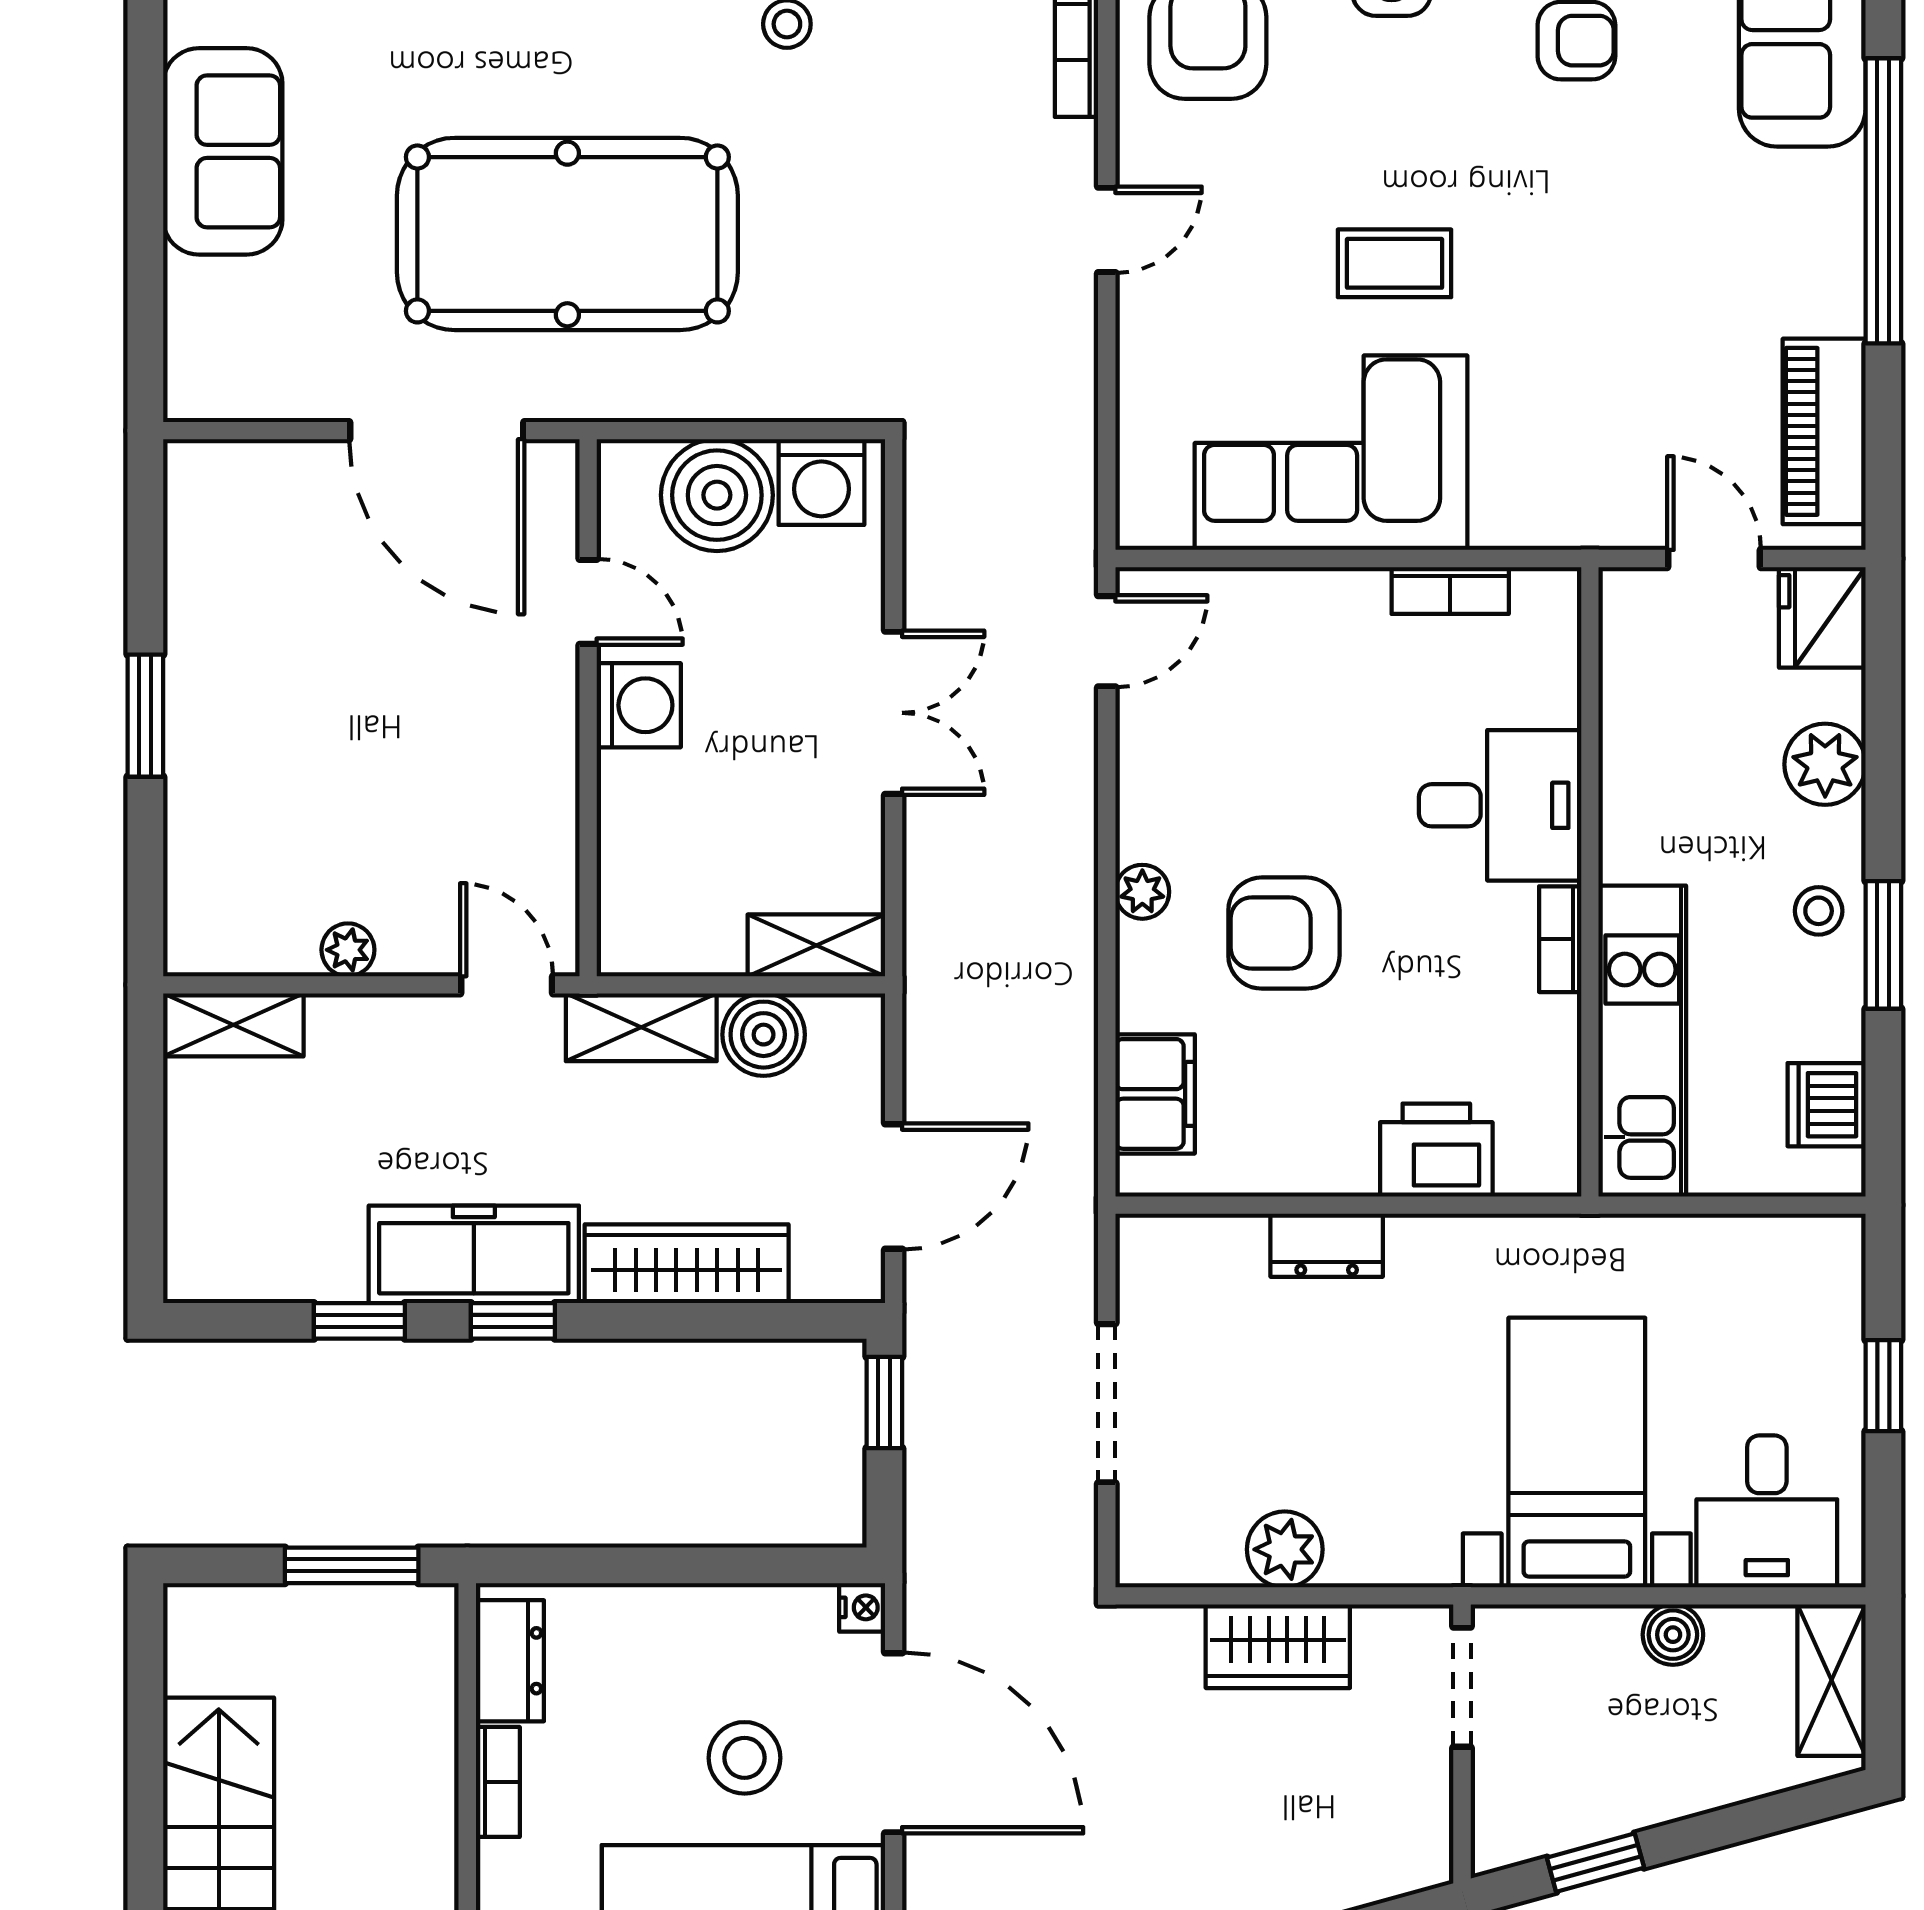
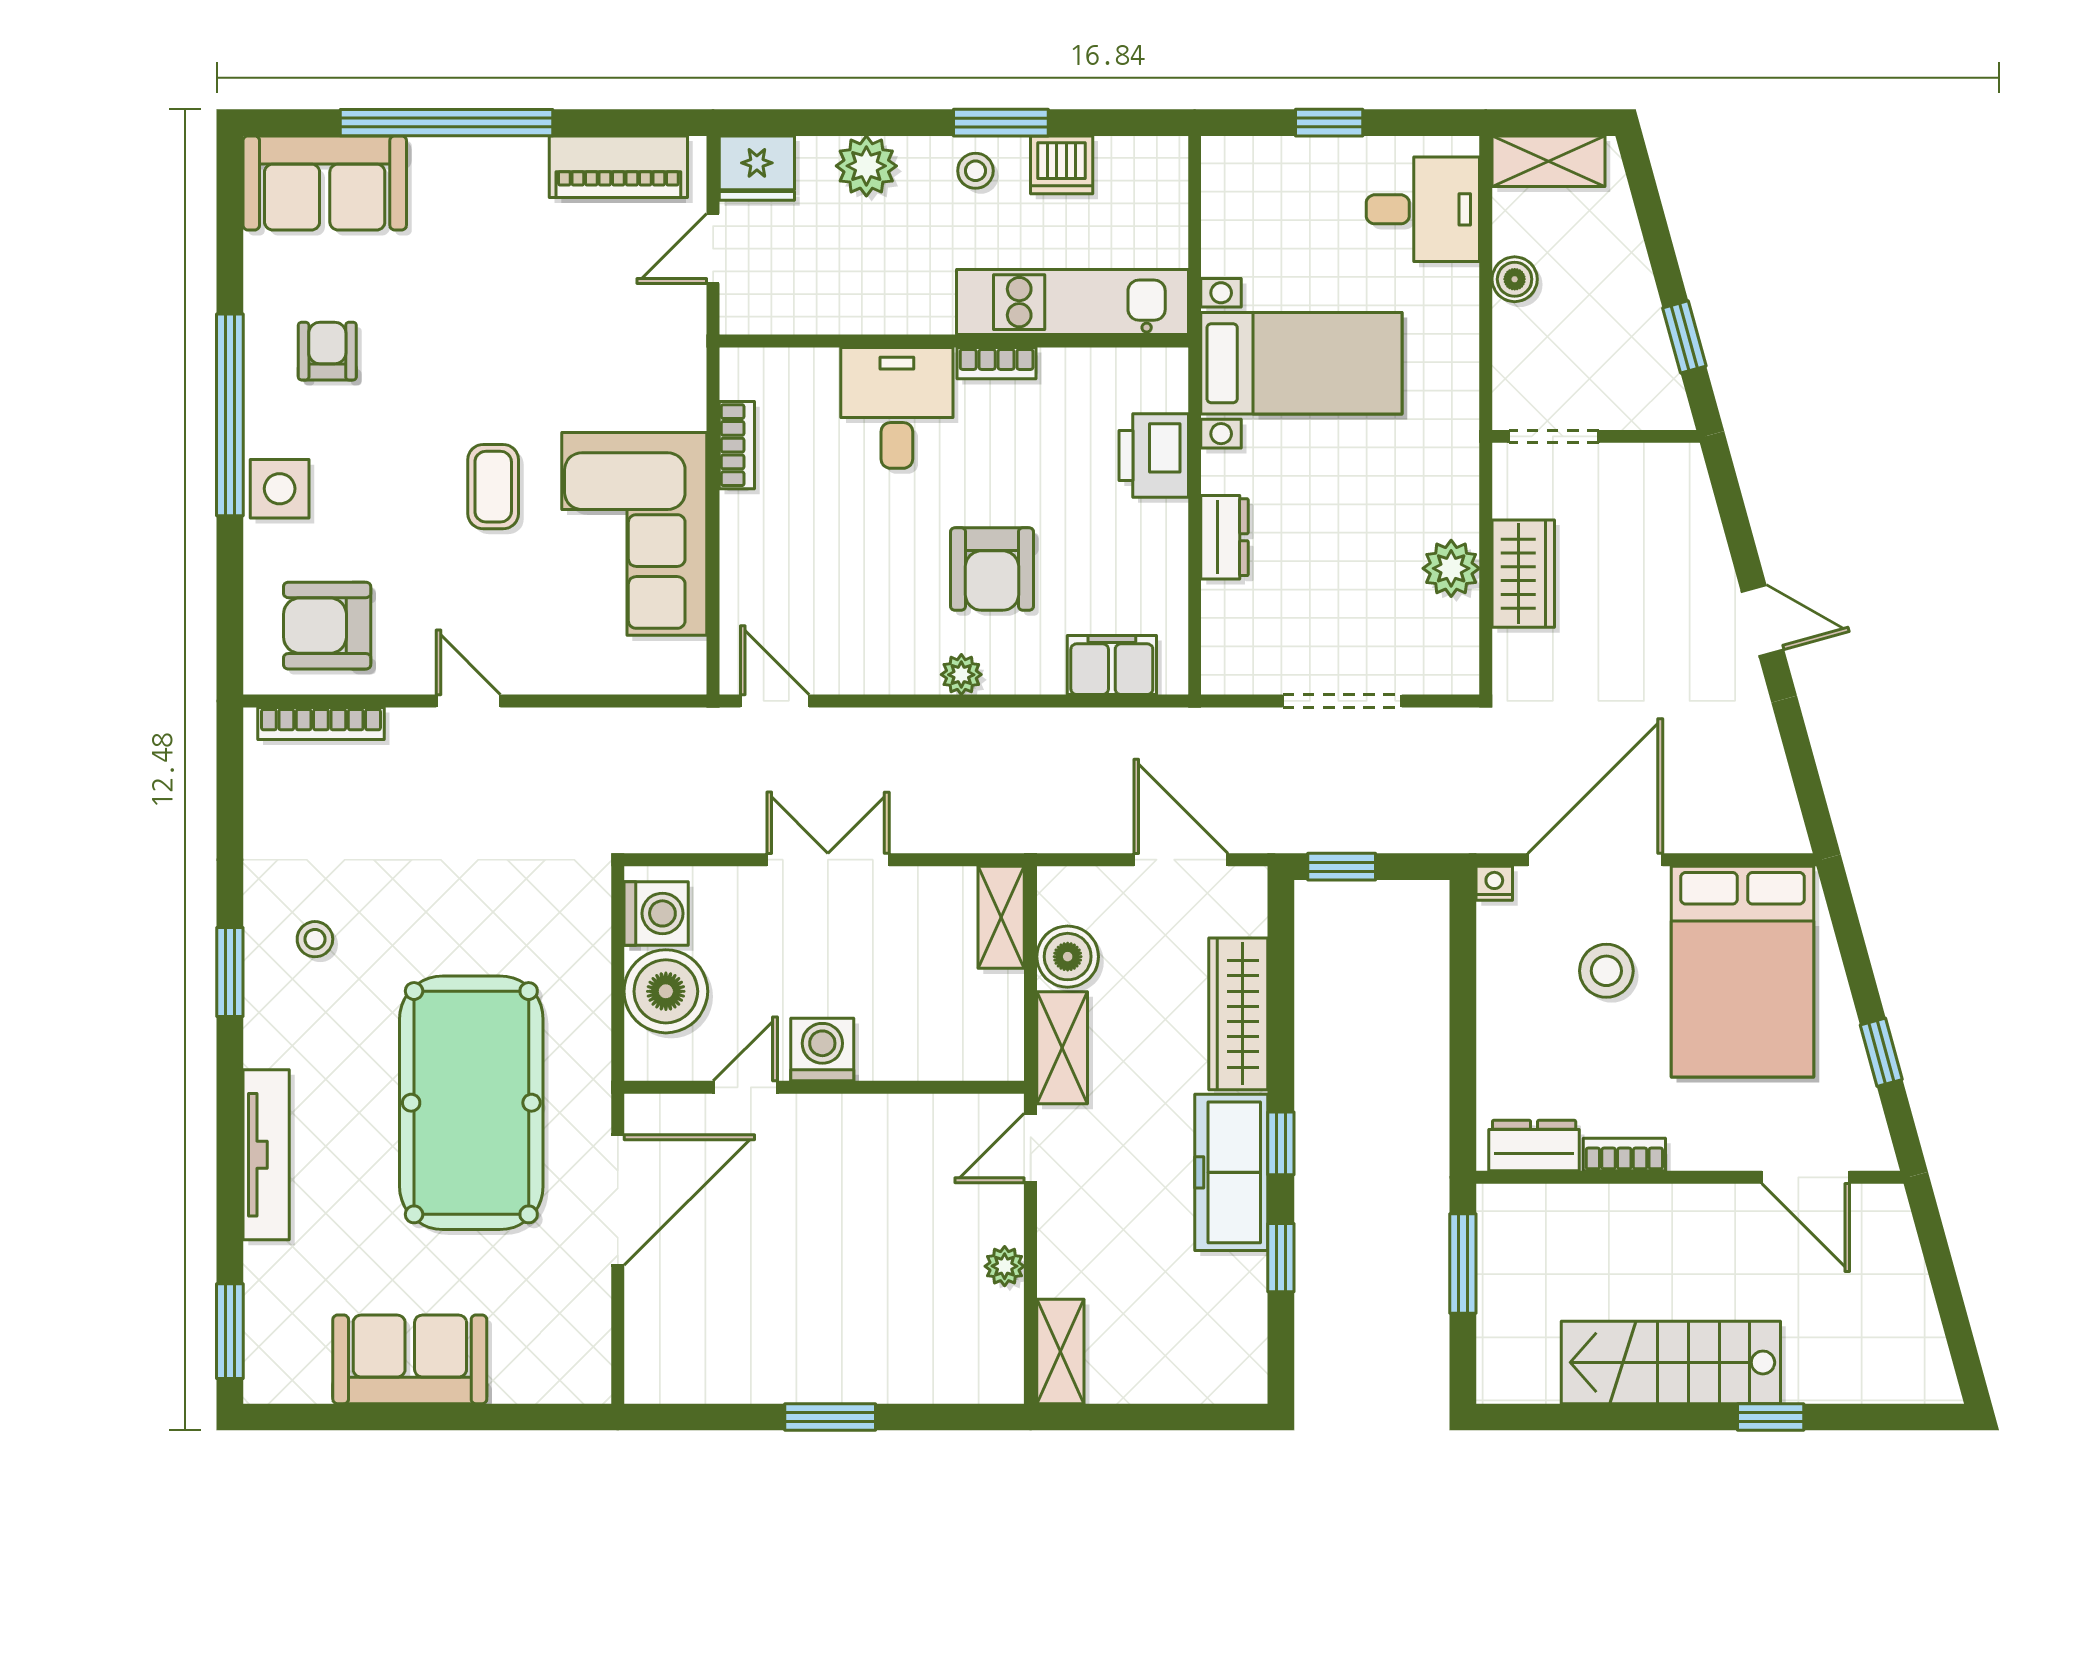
dishwasher: (1827, 1105) -> (1062, 165), moved
bed with nightstands: (1577, 1452) -> (1301, 363), moved, turned 180

